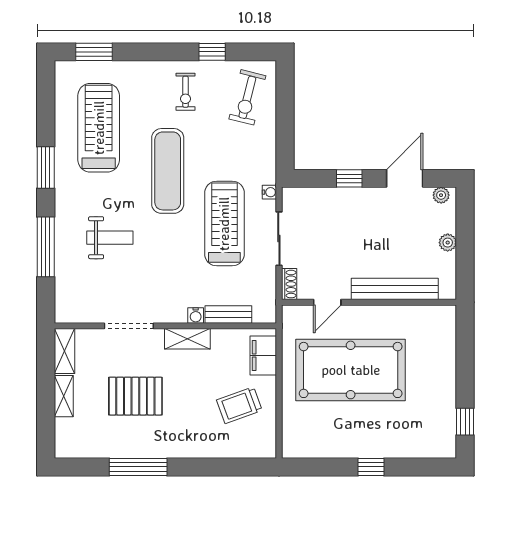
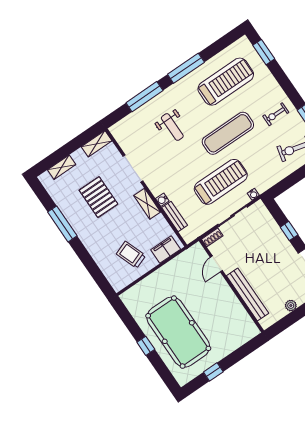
window: (46, 168) -> (186, 68), width x1.44
door: (327, 302) -> (216, 264), hinge flipped
pool table: (351, 370) -> (178, 332), moved
shelving: (64, 396) -> (62, 167), moved
window: (465, 422) -> (213, 372), moved

